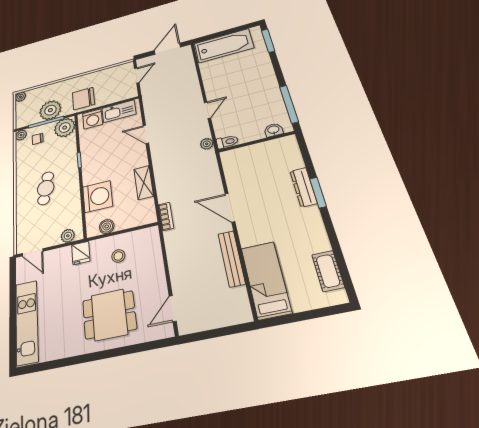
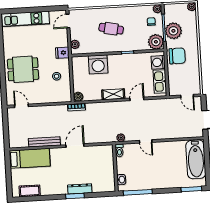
chair: (83, 99) -> (177, 56), turned 90
shelving: (144, 183) -> (113, 94), moved
boiler: (107, 227) -> (78, 97), moved
dining table: (109, 315) -> (23, 69), turned 90

